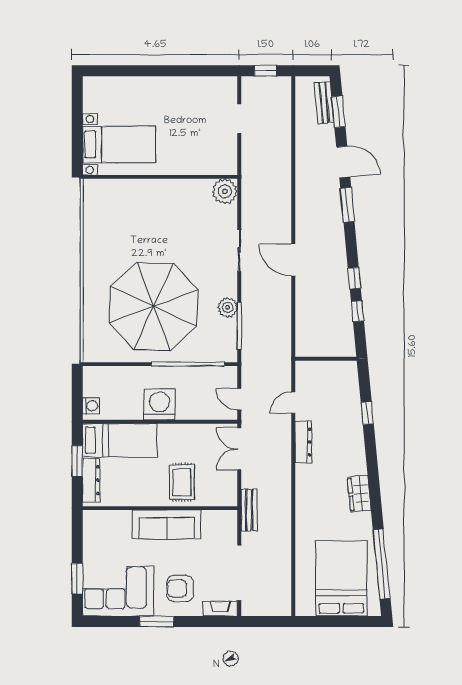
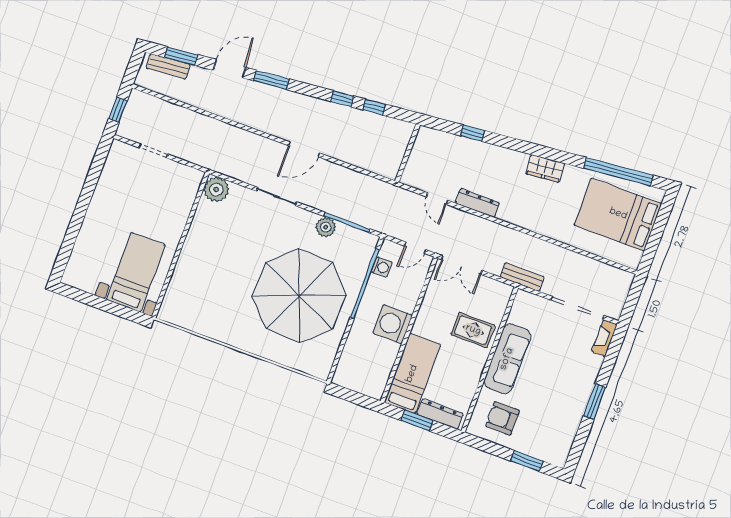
washing machine: (91, 406) -> (382, 267), moved, turned 90
armchair: (180, 589) -> (502, 418), moved, turned 90
corner sofa: (118, 591) -> (552, 427), removed

